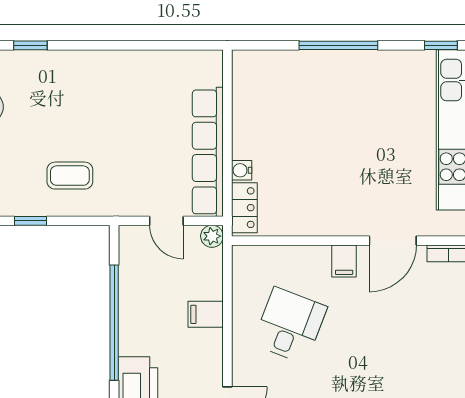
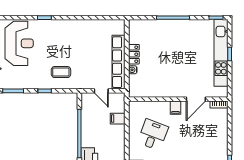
locker: (244, 208) -> (134, 54), moved
plant: (212, 236) -> (120, 97), removed
filing cabinet: (206, 314) -> (118, 119), moved

